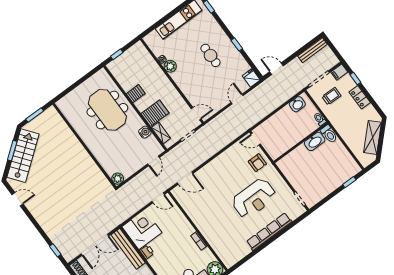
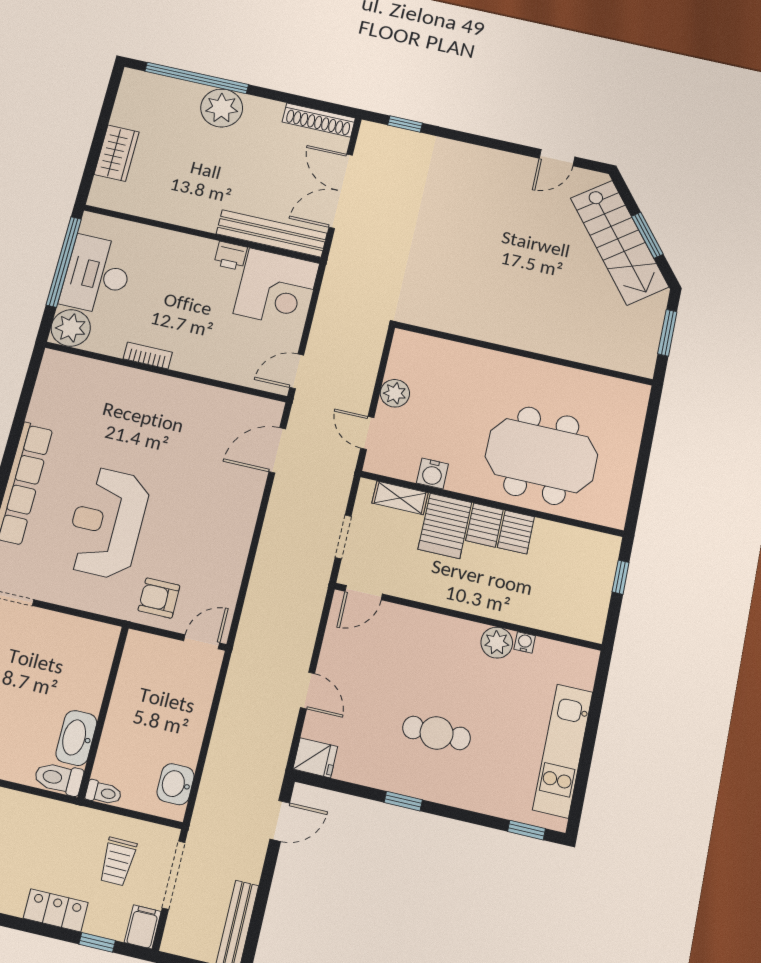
server rack: (143, 104) -> (484, 525), added
plant: (118, 179) -> (395, 393), moved

